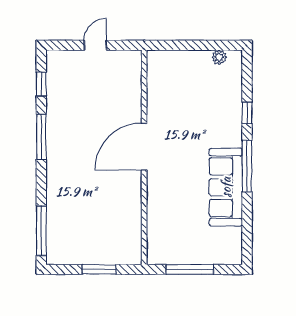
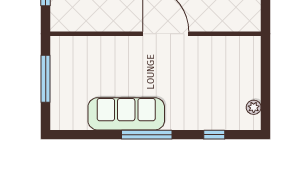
window: (247, 113) -> (214, 135), moved

